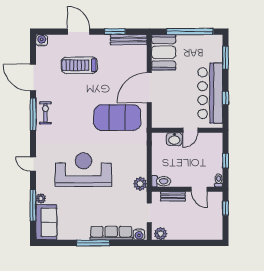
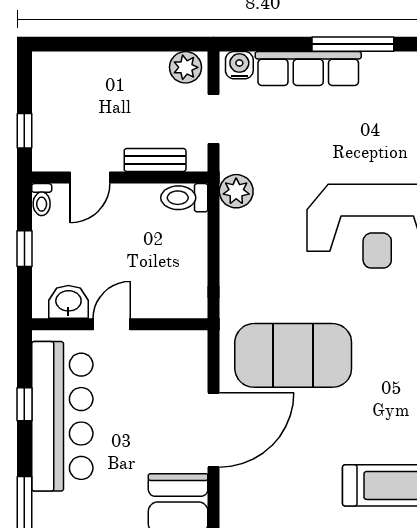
washbasin: (174, 139) -> (68, 302), moved
door: (199, 189) -> (90, 178), swing flipped

